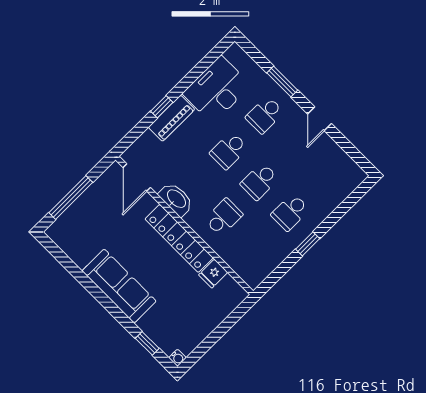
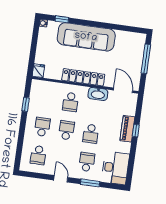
desk: (217, 90) -> (115, 168), moved
school desk: (229, 151) -> (91, 134), turned 180
school desk: (326, 176) -> (38, 155), added
window: (308, 244) -> (26, 104), moved
fridge: (213, 274) -> (38, 71), moved
sofa: (119, 286) -> (86, 37), width x1.36, depth x1.27

